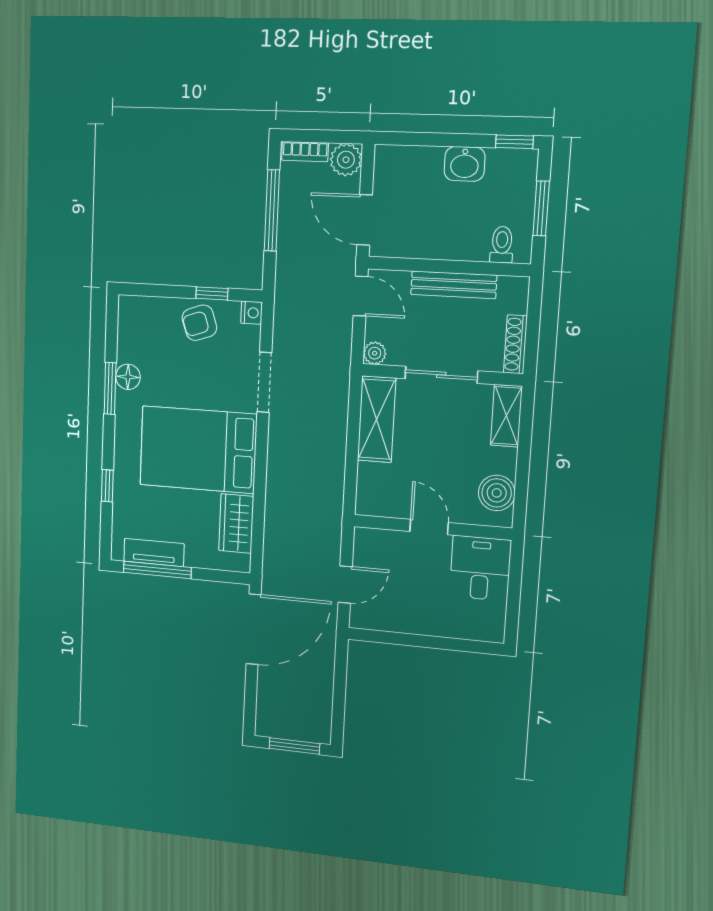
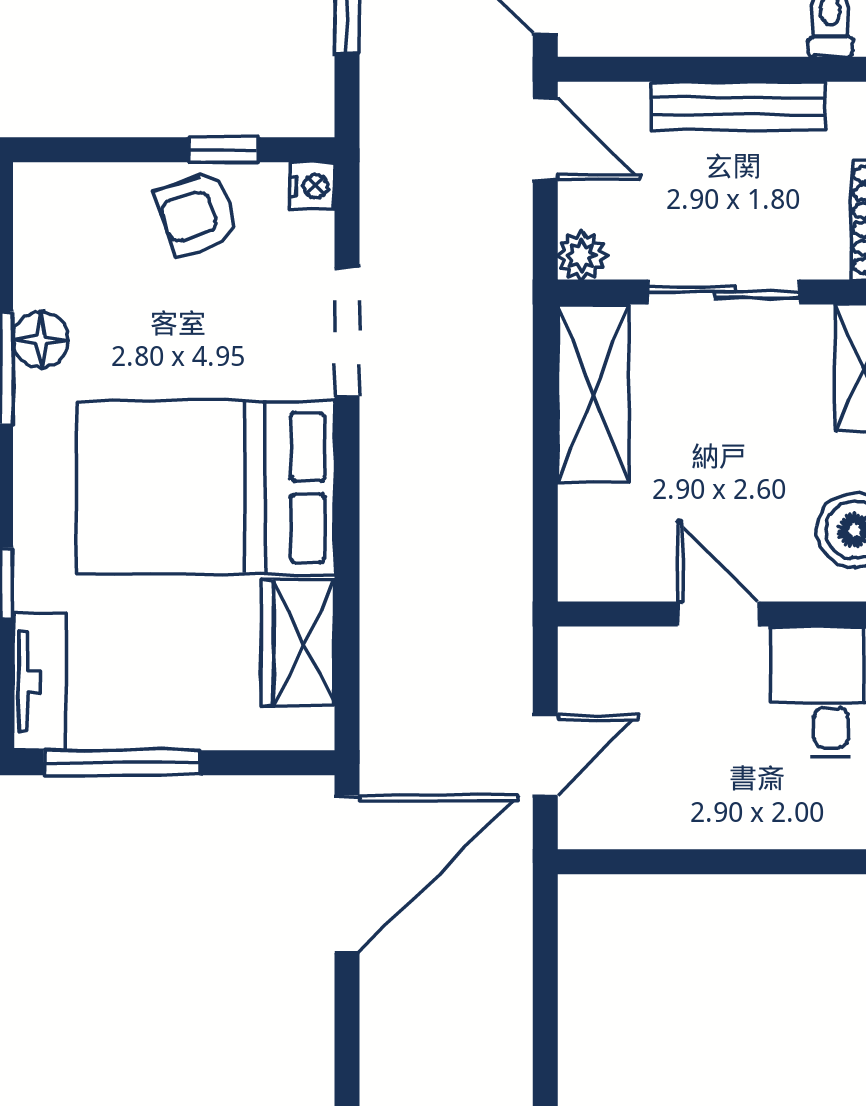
tv unit: (154, 553) -> (39, 682), moved, turned 90

